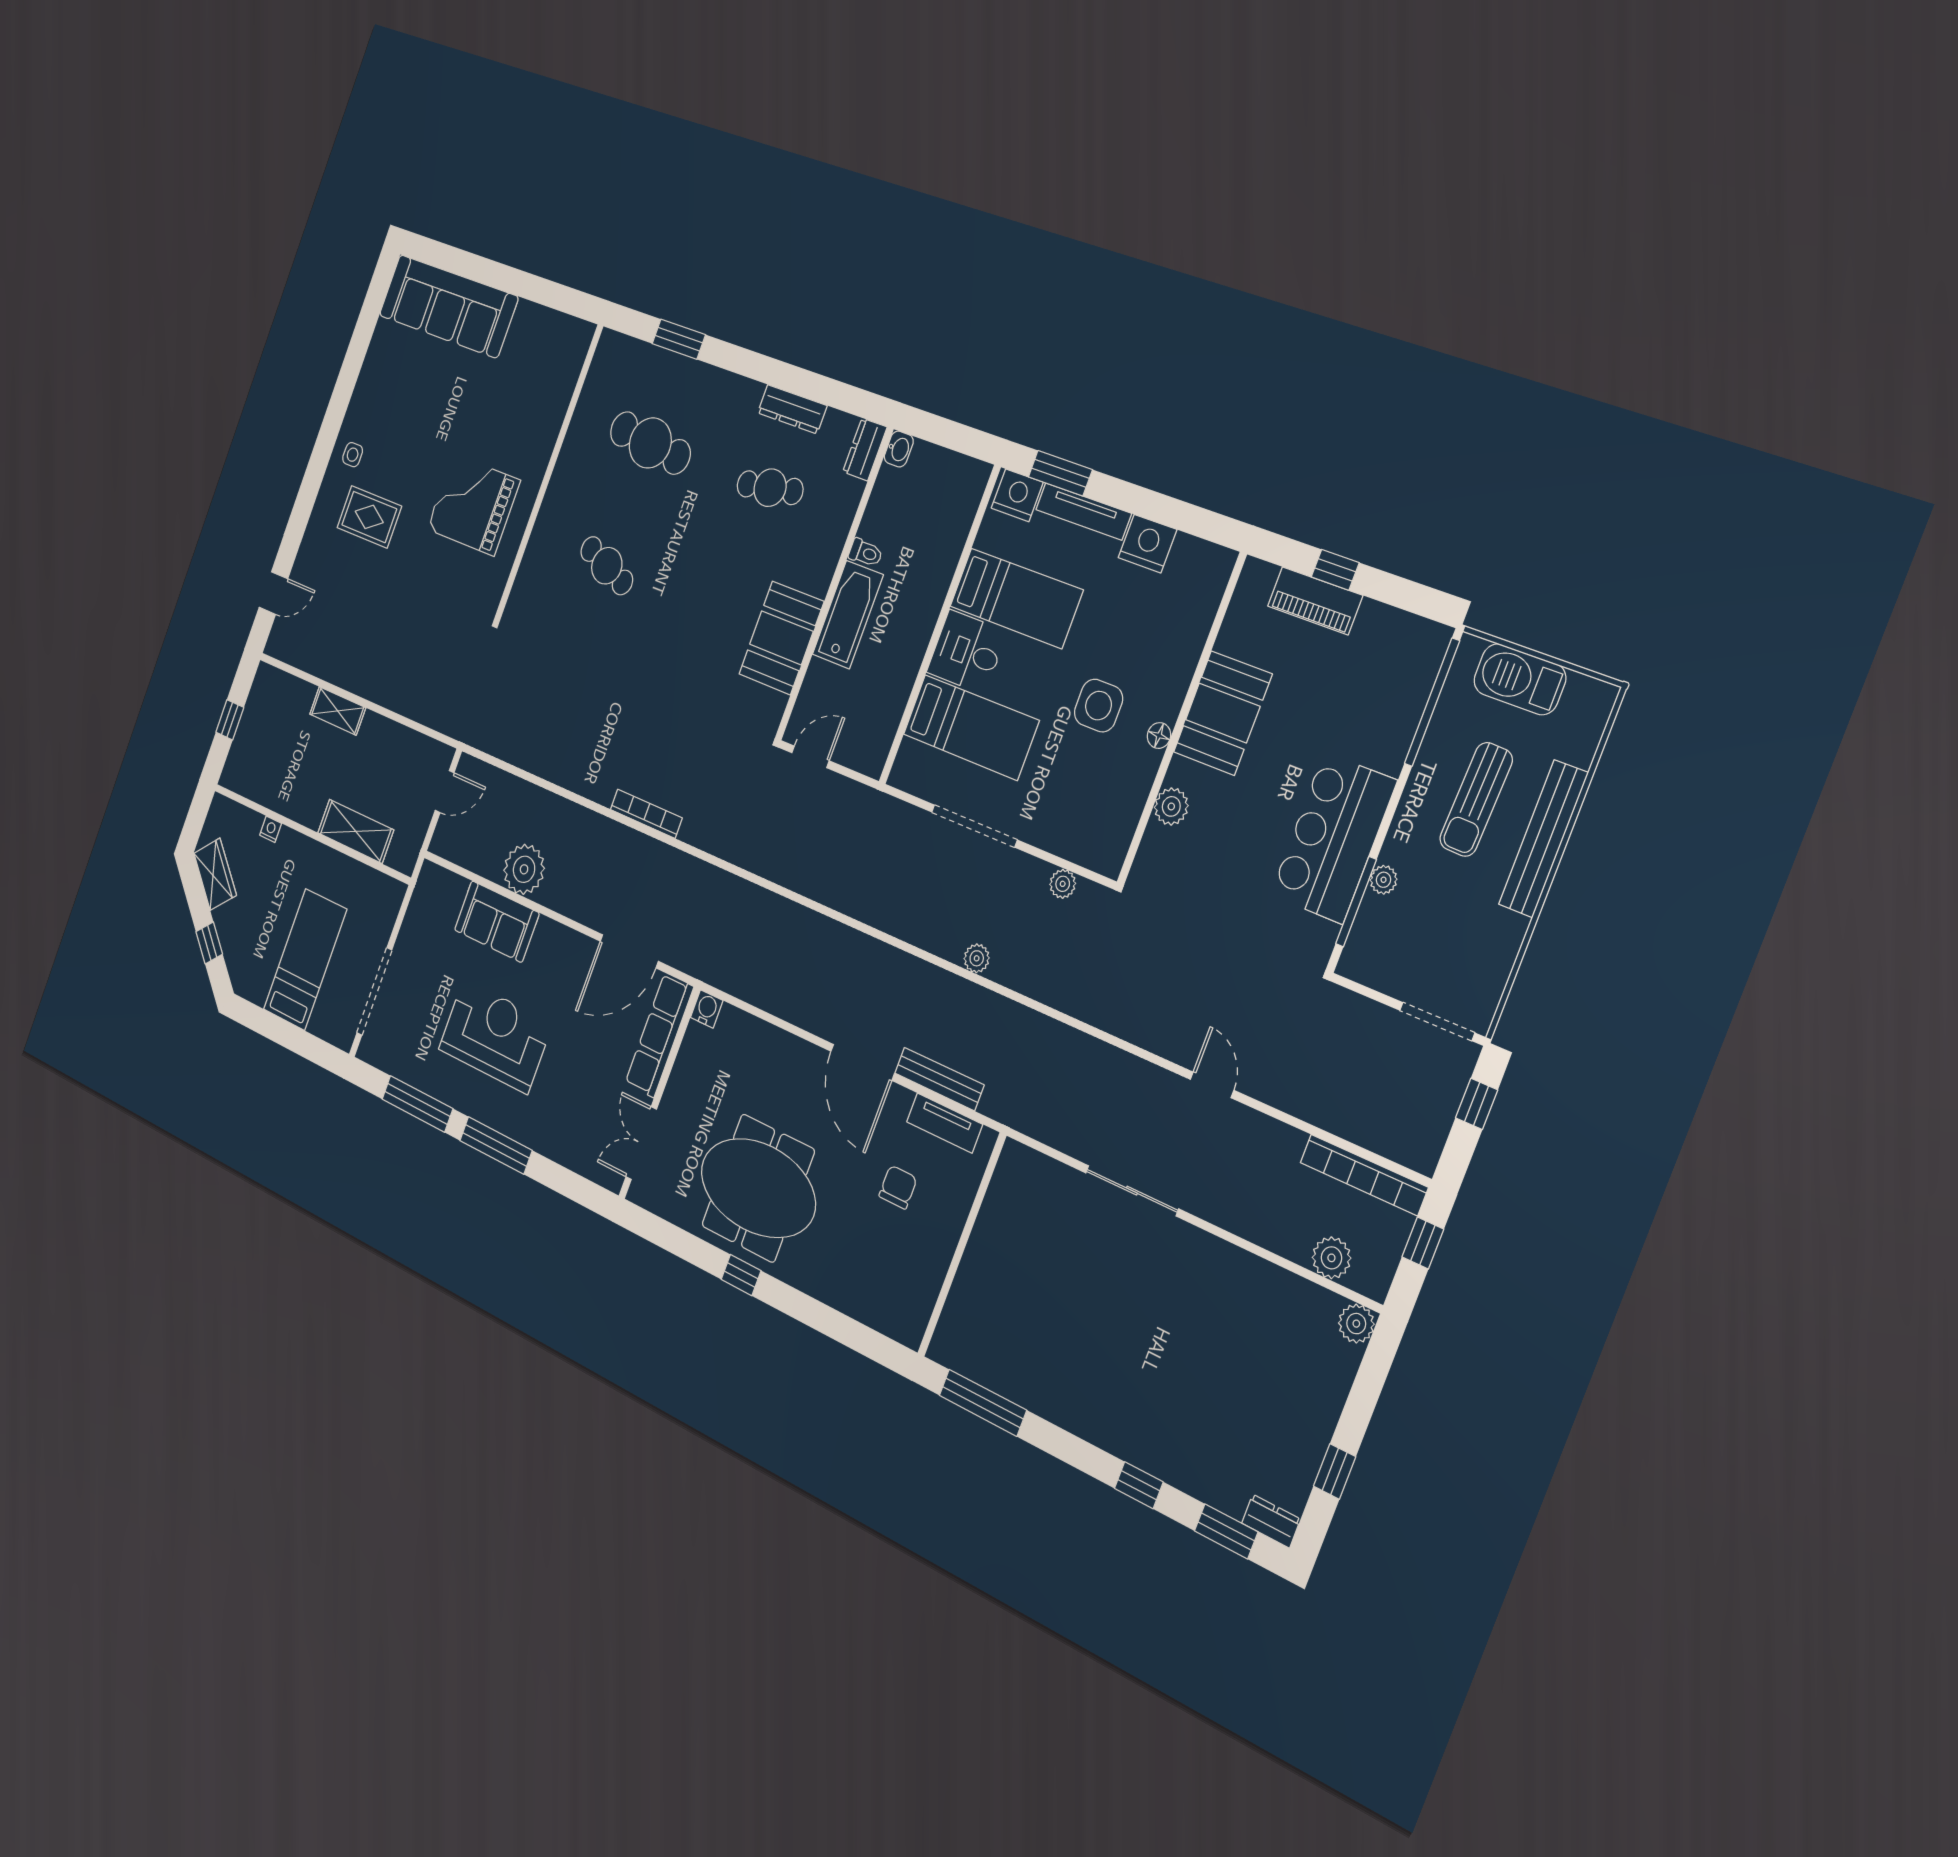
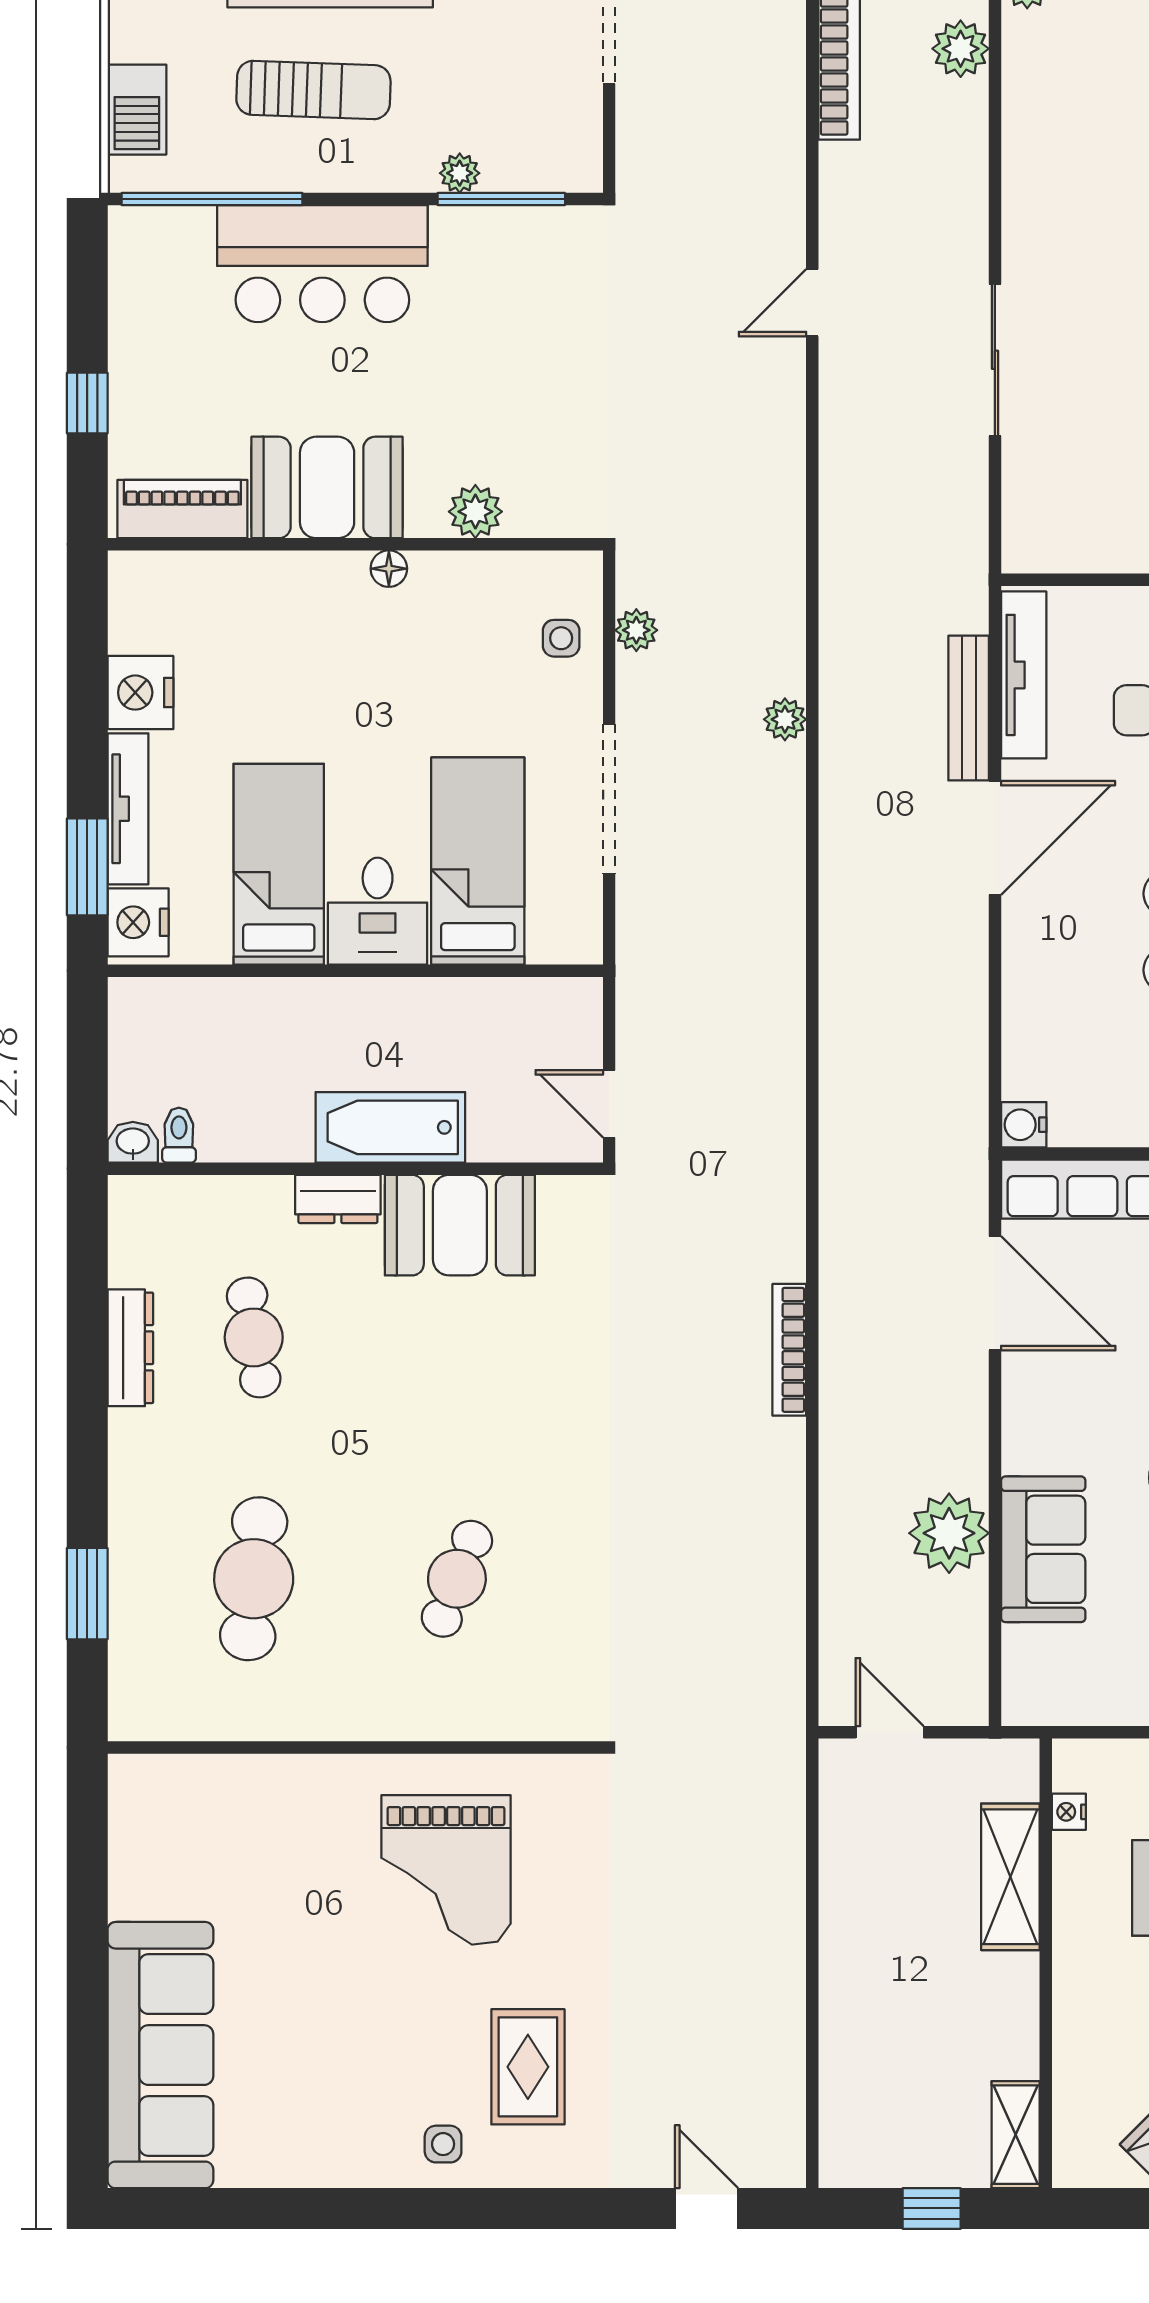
dresser: (865, 449) -> (338, 1199), moved
toilet: (866, 553) -> (179, 1135), moved
piano: (1315, 601) -> (182, 509), moved, turned -90
barbecue: (1520, 679) -> (137, 110), width x0.73, depth x0.83
side table: (1098, 706) -> (561, 638), moved, width x0.54, depth x0.54
shelving: (338, 711) -> (1016, 2135), moved
nightstand: (271, 829) -> (1069, 1812), moved
bar counter: (1333, 838) -> (322, 264), moved
tv unit: (945, 1123) -> (1024, 675), width x1.41

